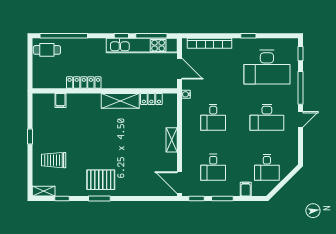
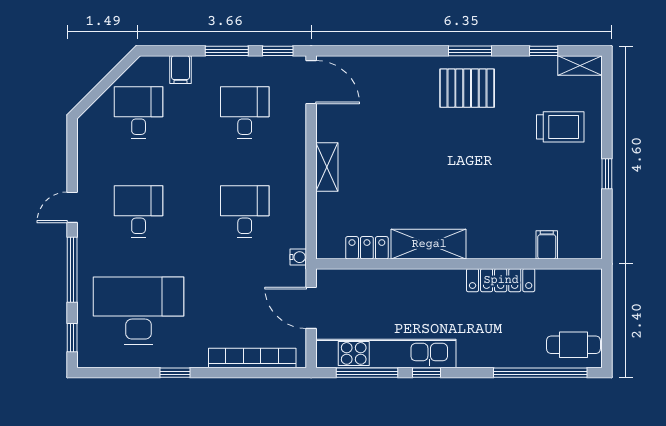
desk: (267, 117) -> (139, 212), width x0.73

